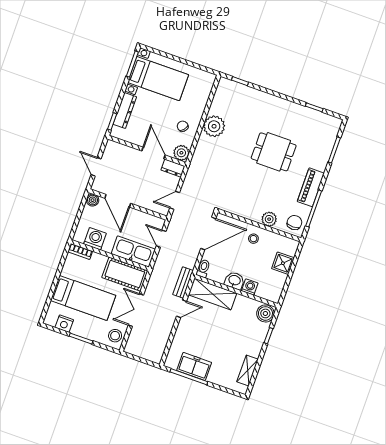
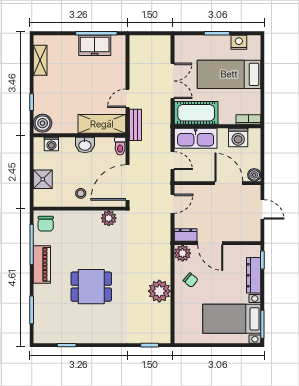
plant: (269, 219) -> (109, 218), moved
washing machine: (250, 287) -> (51, 144), moved
stool: (115, 336) -> (184, 48), removed

